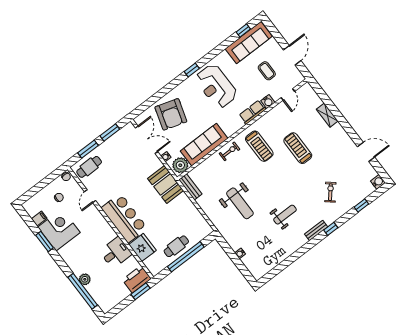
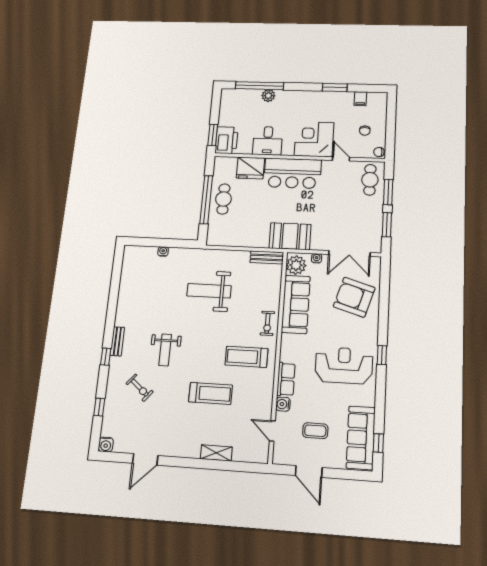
weight bench: (285, 215) -> (165, 350), moved
corner desk: (59, 230) -> (314, 139), moved, turned 180

